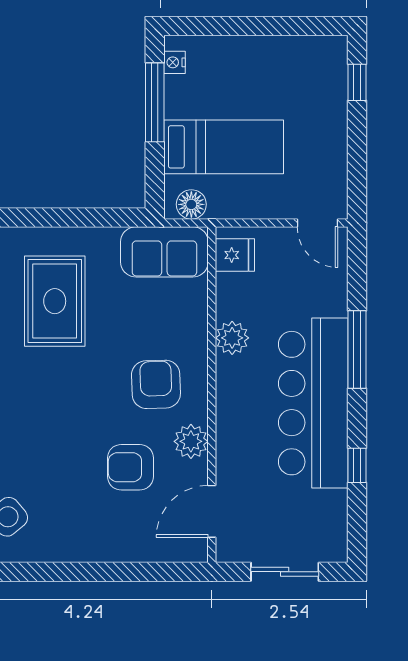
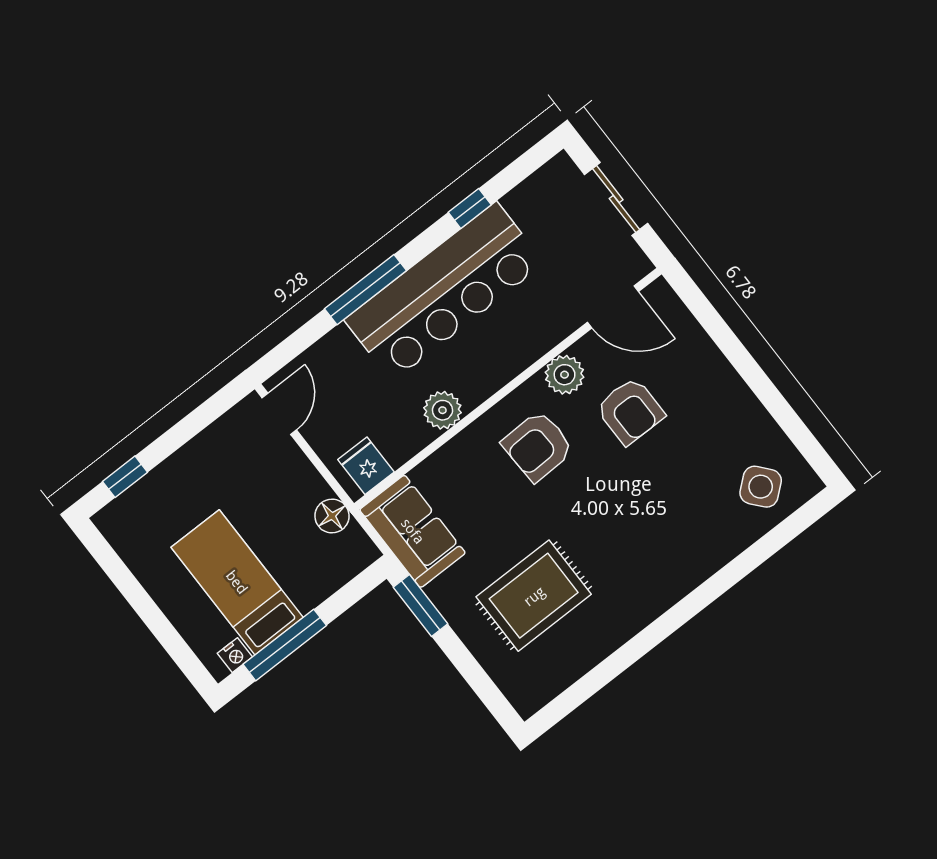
bed: (224, 147) -> (237, 582), moved
floor lamp: (191, 204) -> (332, 516), moved
window: (109, 217) -> (421, 605), added

